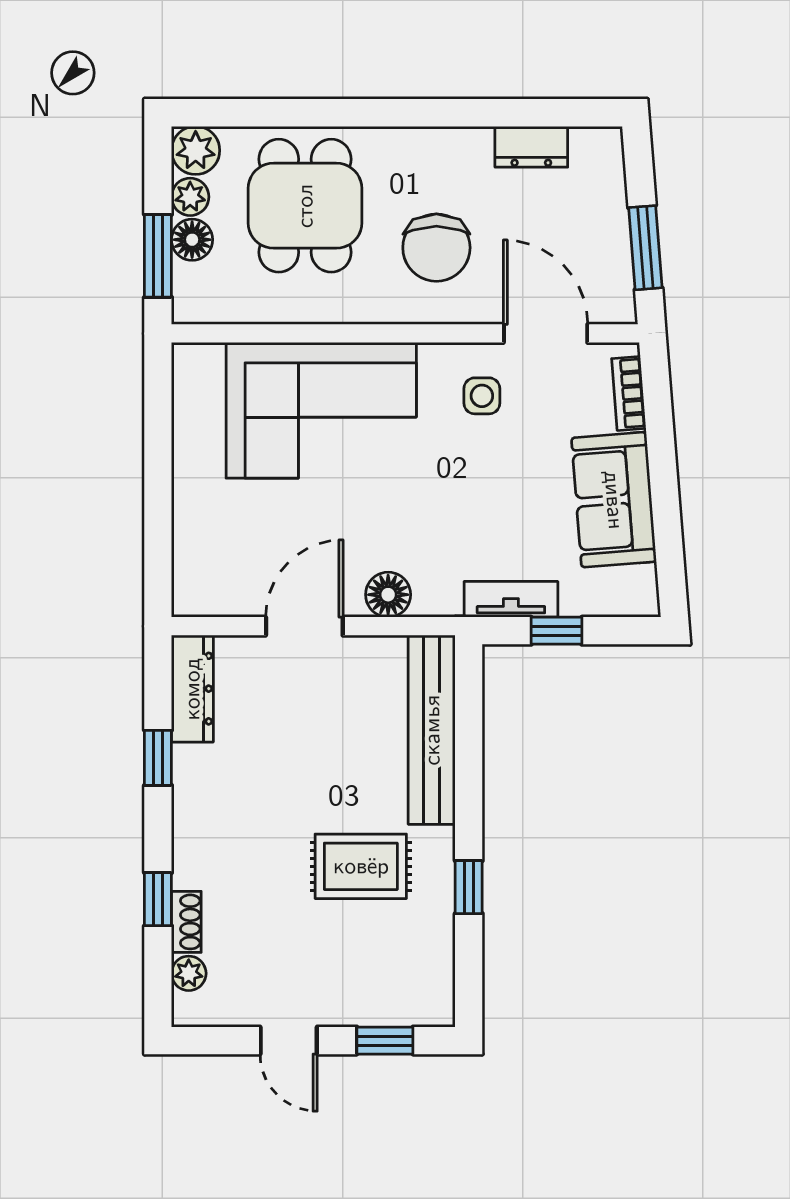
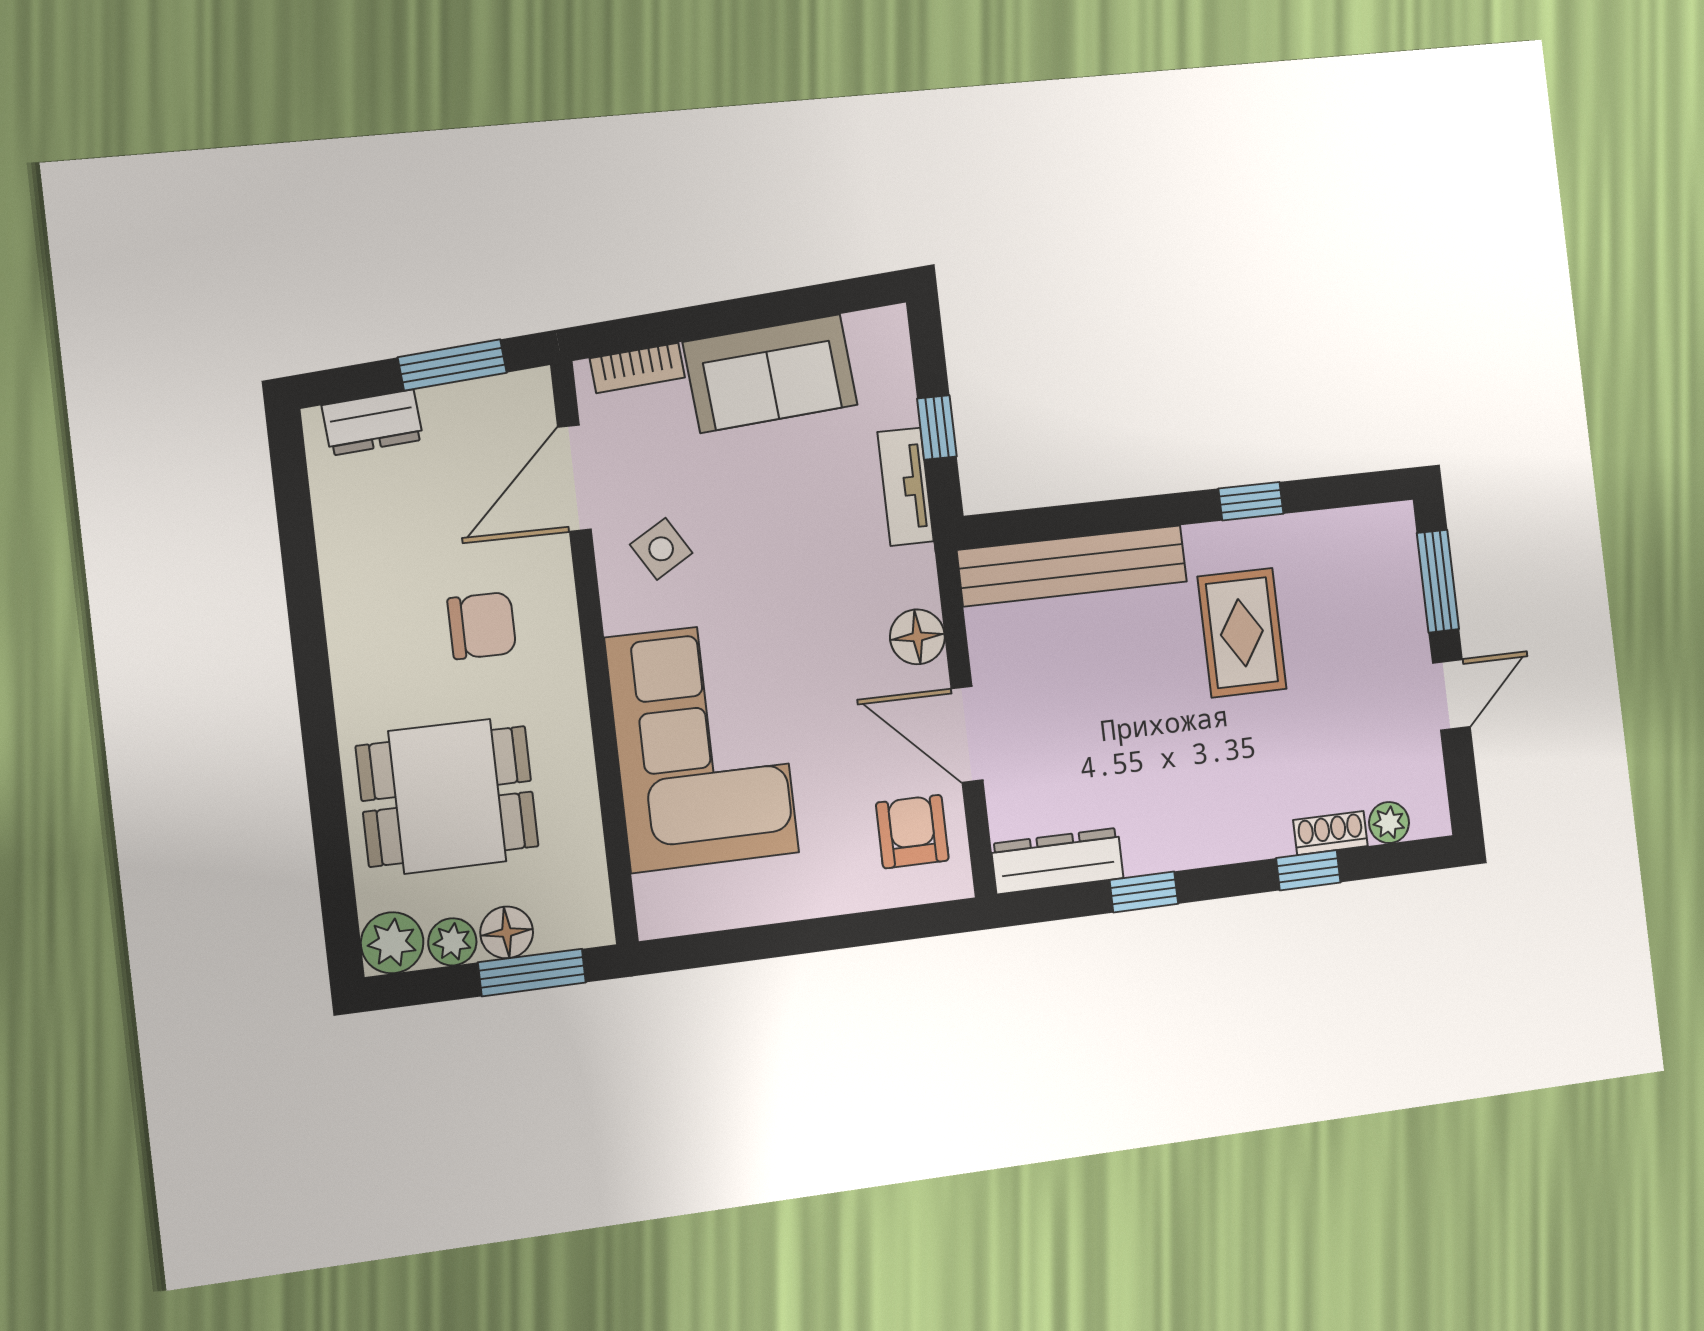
dresser: (531, 147) -> (372, 422), moved, turned 85
chair: (436, 248) -> (482, 626), width x0.73, depth x0.73
side table: (482, 396) -> (661, 549), turned -31
armchair: (231, 572) -> (912, 832), added
window: (385, 1041) -> (1438, 581), width x1.50

